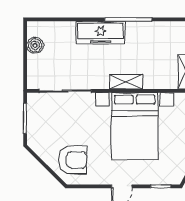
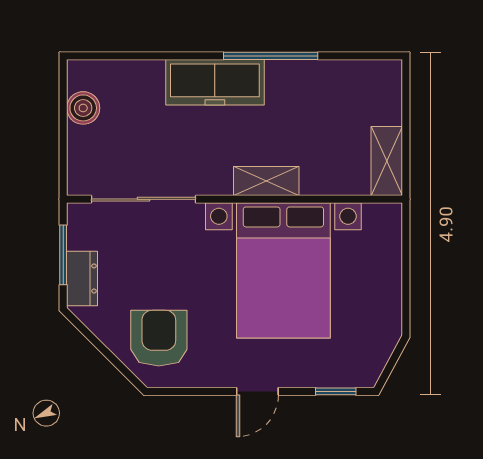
dresser: (35, 130) -> (82, 278), added
armchair: (73, 160) -> (159, 338), turned -90

